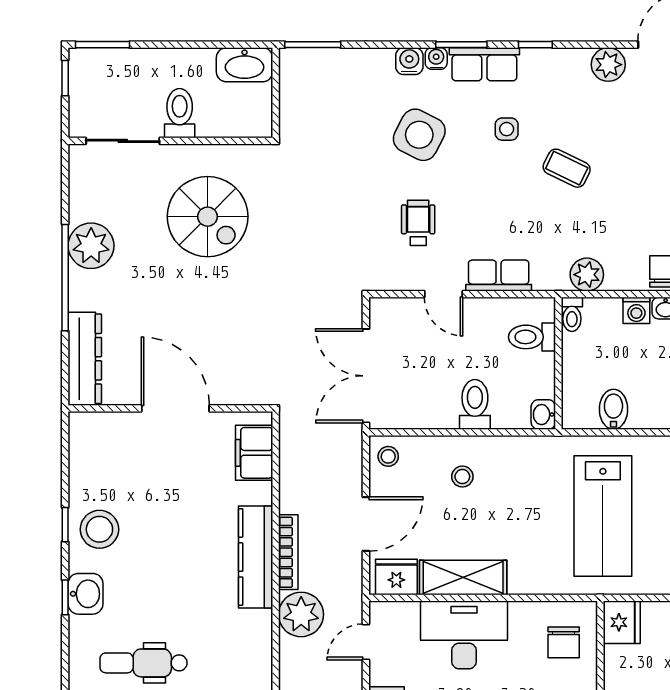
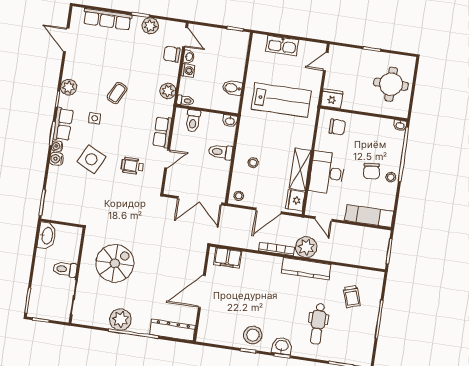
plant: (608, 65) -> (69, 87), moved
door: (366, 524) -> (269, 211), swing flipped
kitchen counter: (256, 557) -> (306, 269), moved

